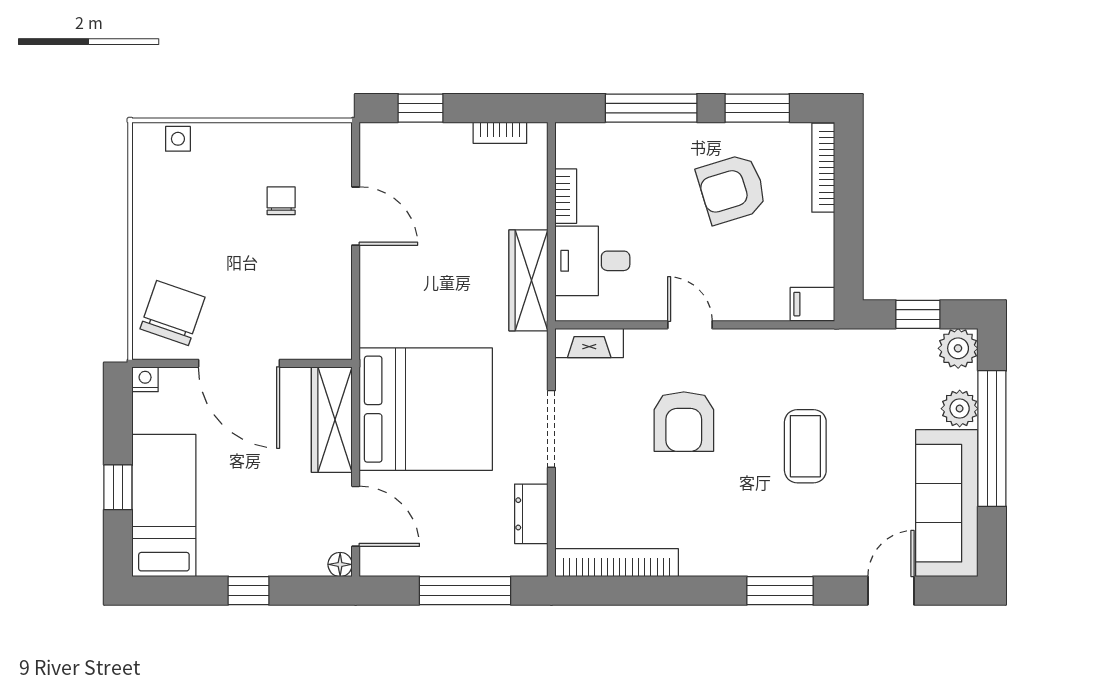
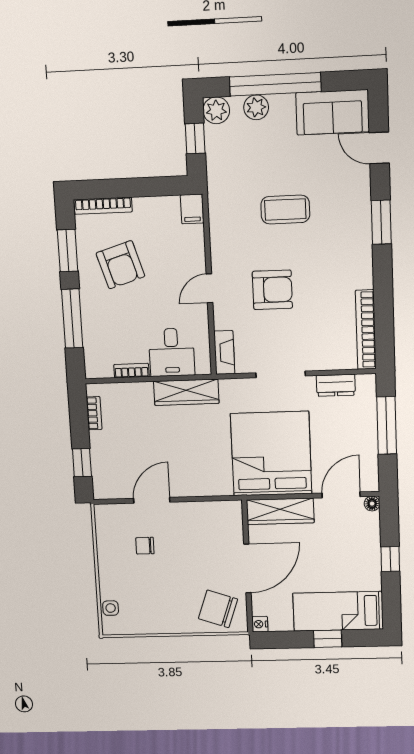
sofa: (947, 503) -> (333, 112), width x0.73

